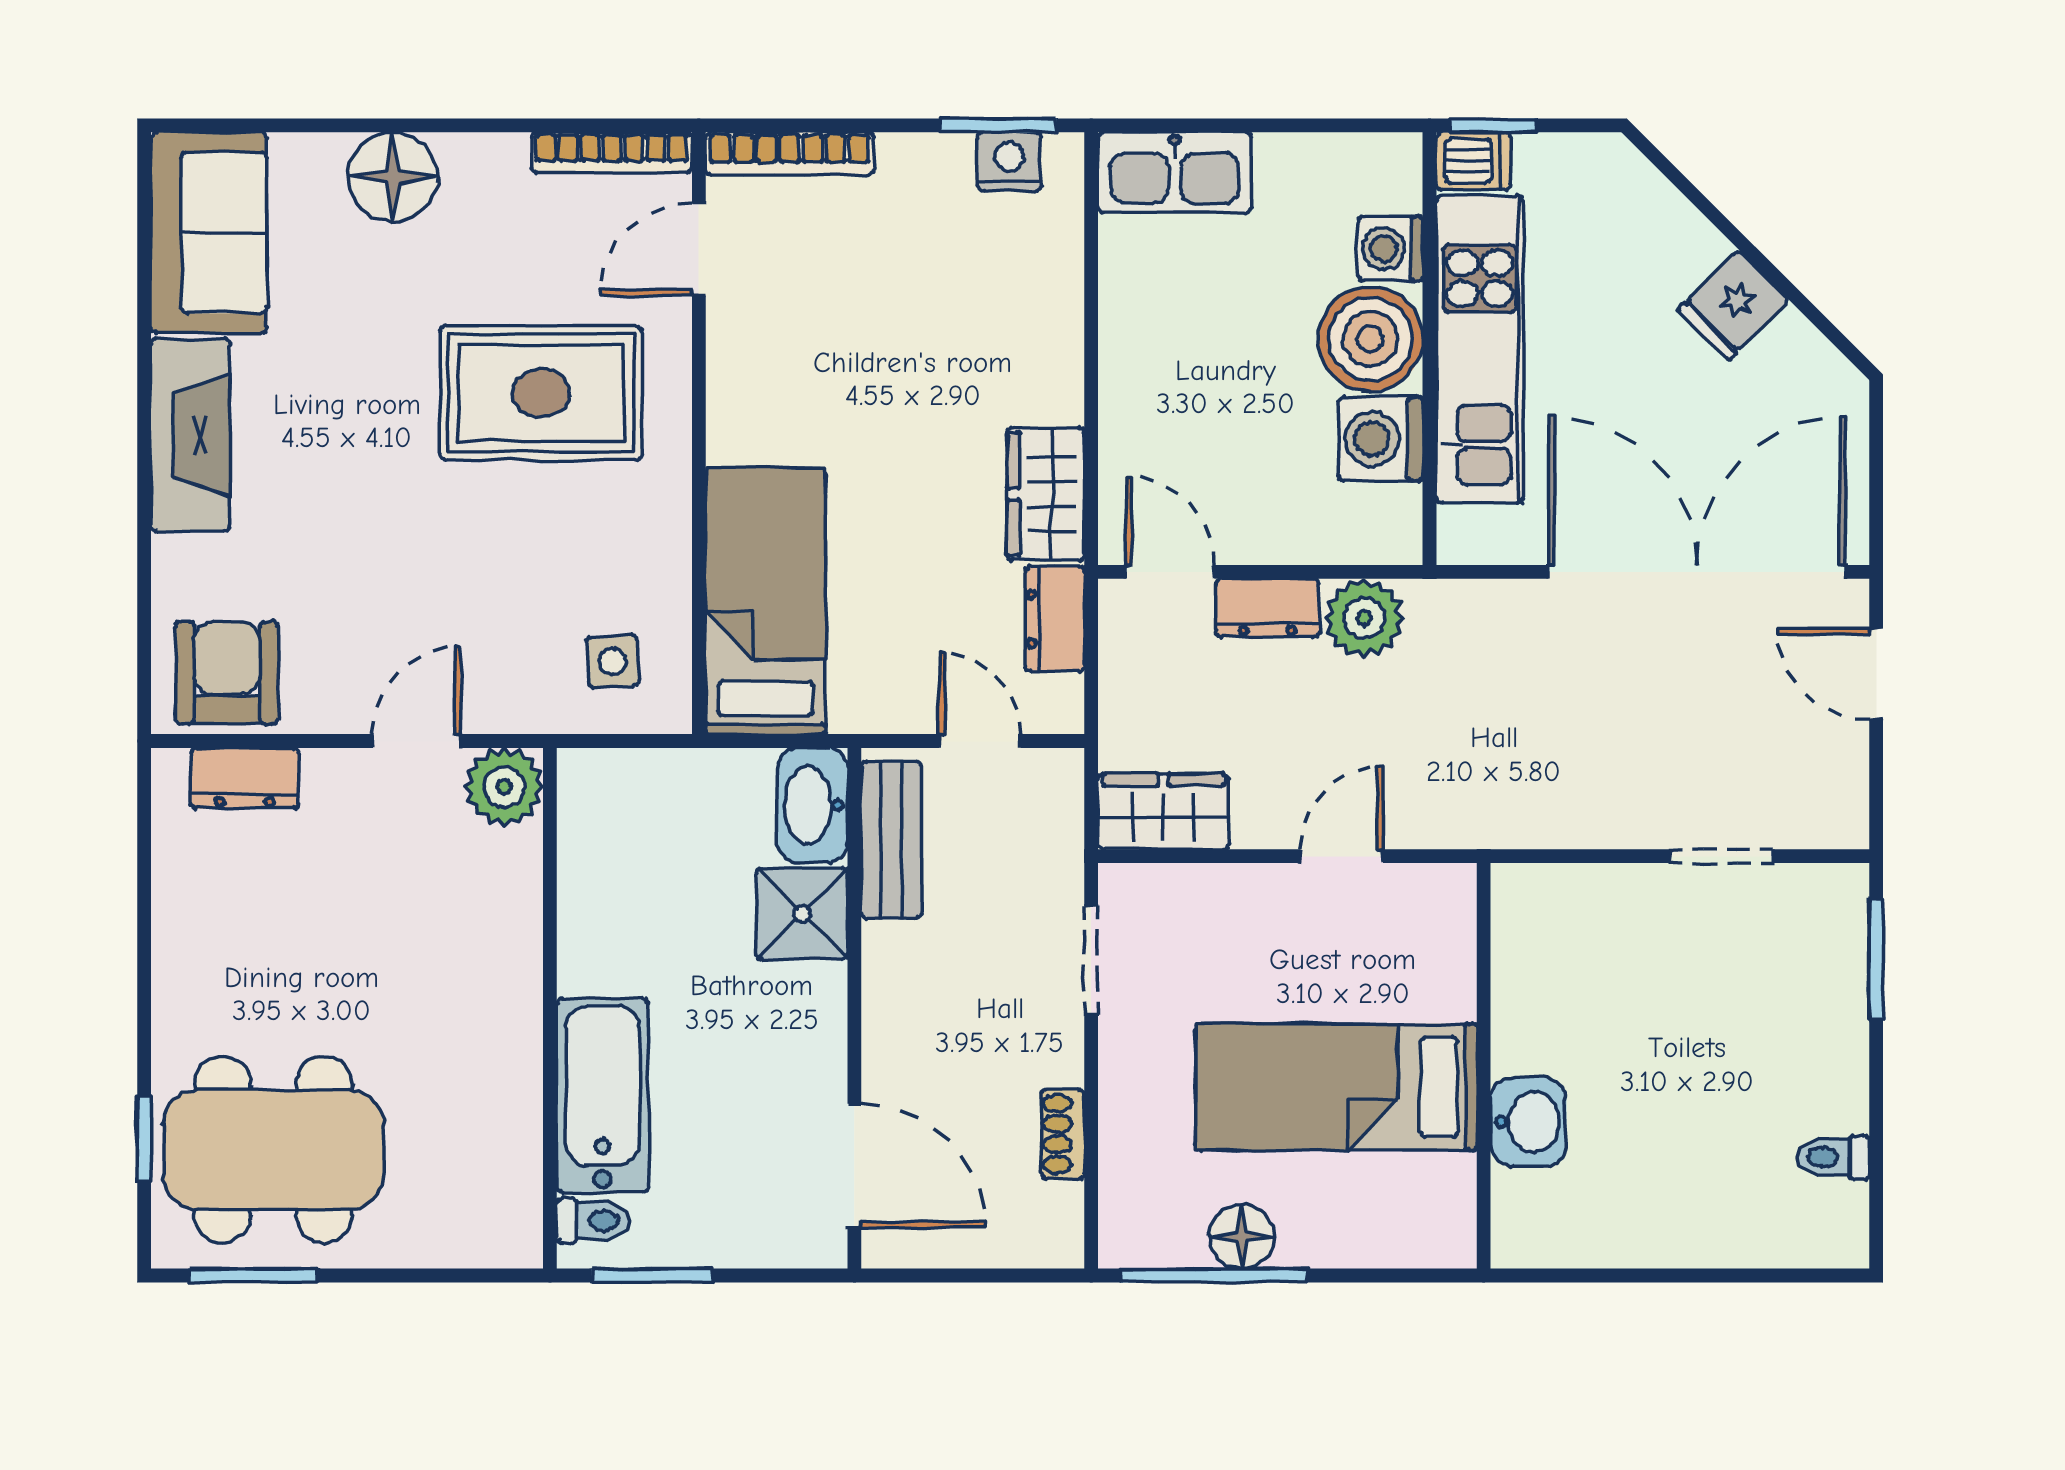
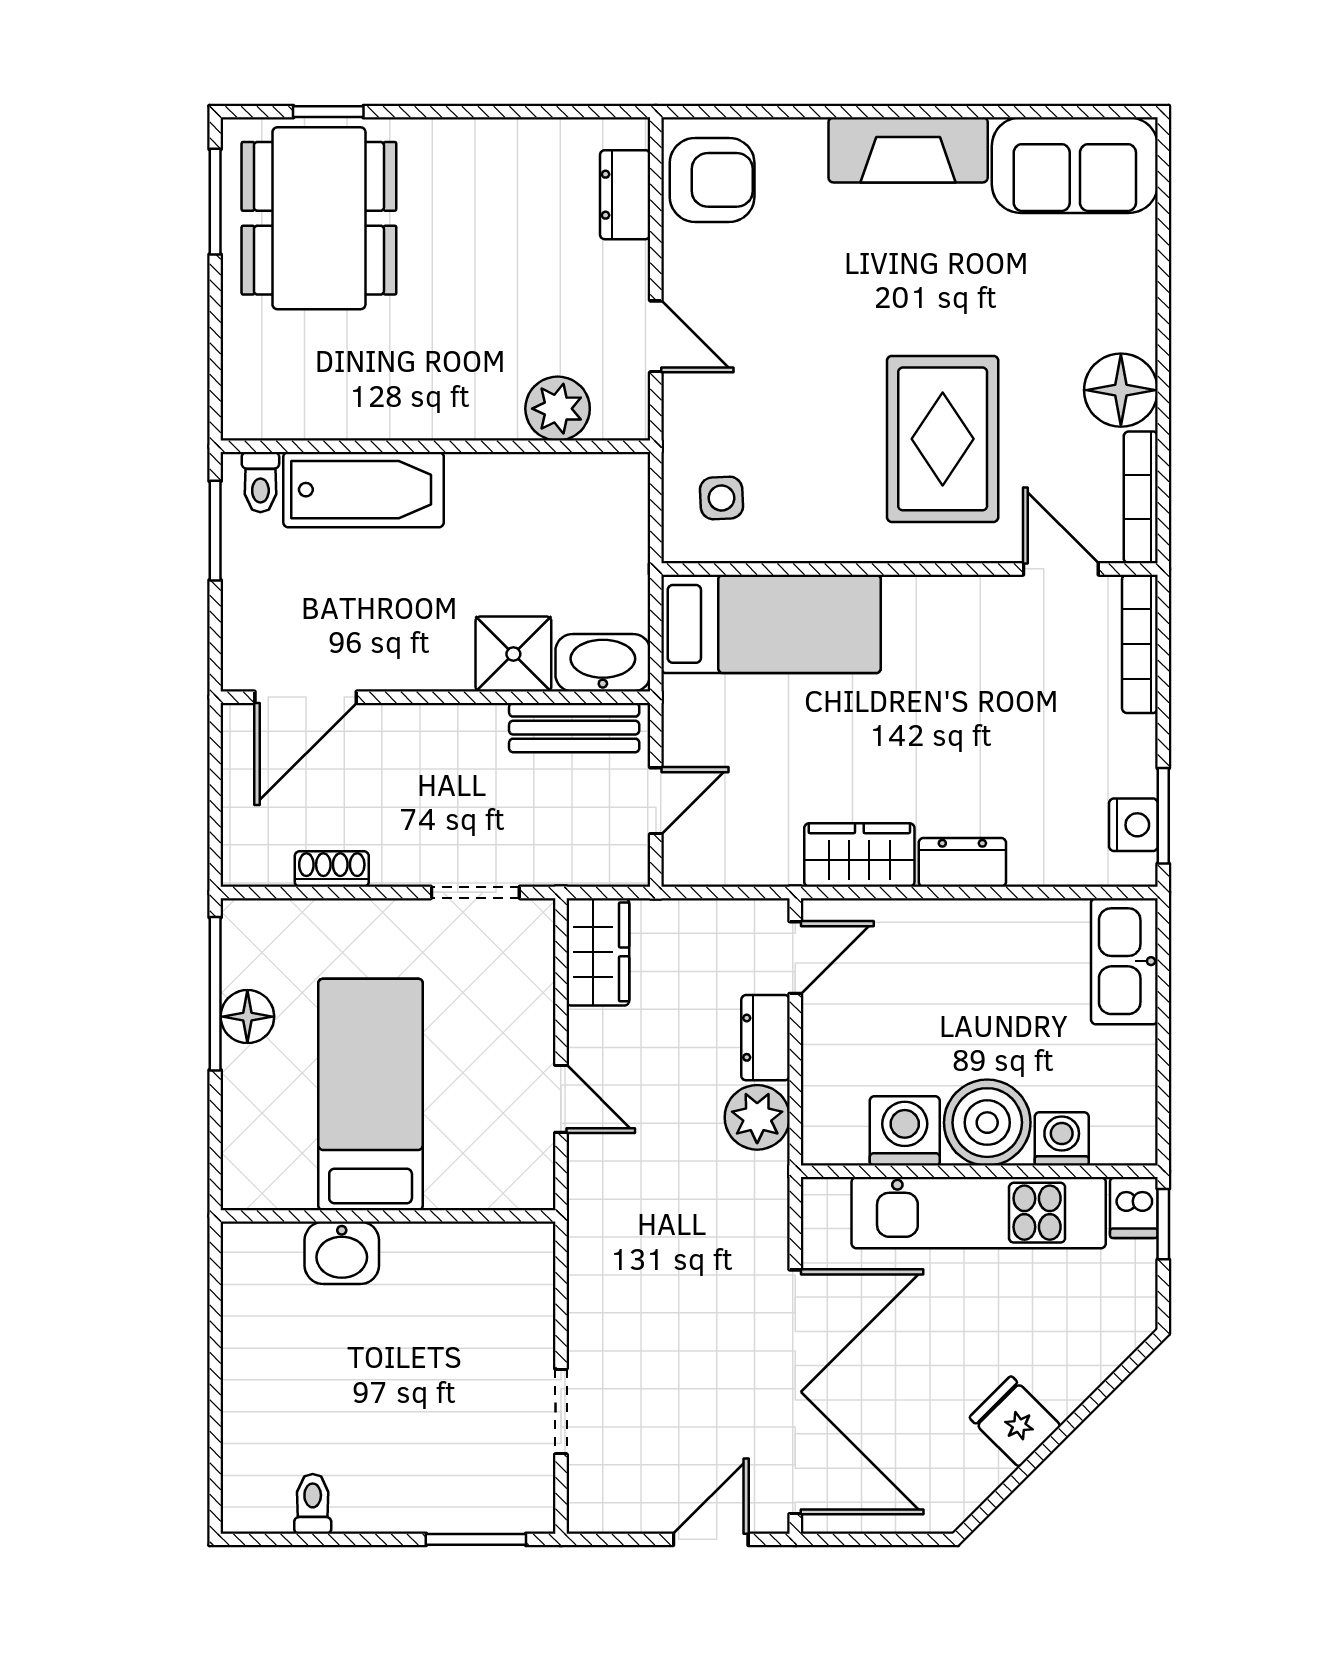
floor lamp: (393, 177) -> (1121, 390), moved
dresser: (1055, 619) -> (962, 862), moved
plant: (504, 787) -> (558, 409), moved

